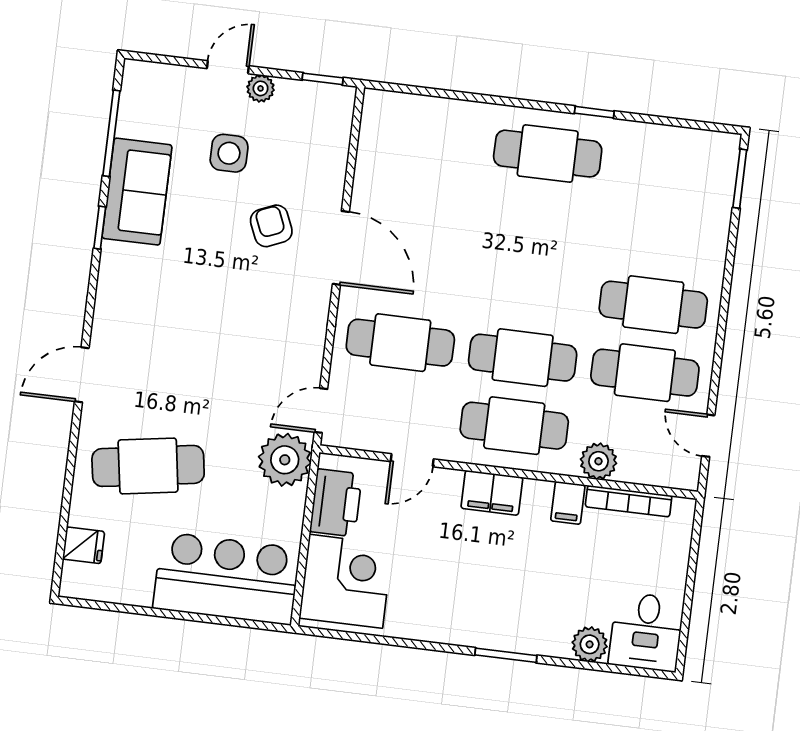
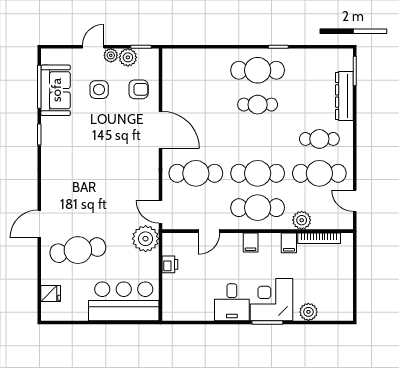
plant: (294, 97) -> (128, 57), added
sofa: (137, 192) -> (56, 90), moved
cafe table: (539, 222) -> (258, 105), added
armchair: (271, 226) -> (139, 89), moved, turned 113
dresser: (713, 226) -> (344, 96), added
cafe table: (653, 305) -> (319, 139), width x0.73, depth x0.74
door: (82, 375) -> (39, 224), moved
door: (321, 410) -> (160, 212), hinge flipped
filing cabinet: (492, 493) -> (251, 242), width x0.50
printer: (336, 503) -> (170, 264), width x0.53, depth x0.68
corner desk: (346, 581) -> (272, 300), moved, turned -90
desk: (646, 632) -> (232, 302), moved

